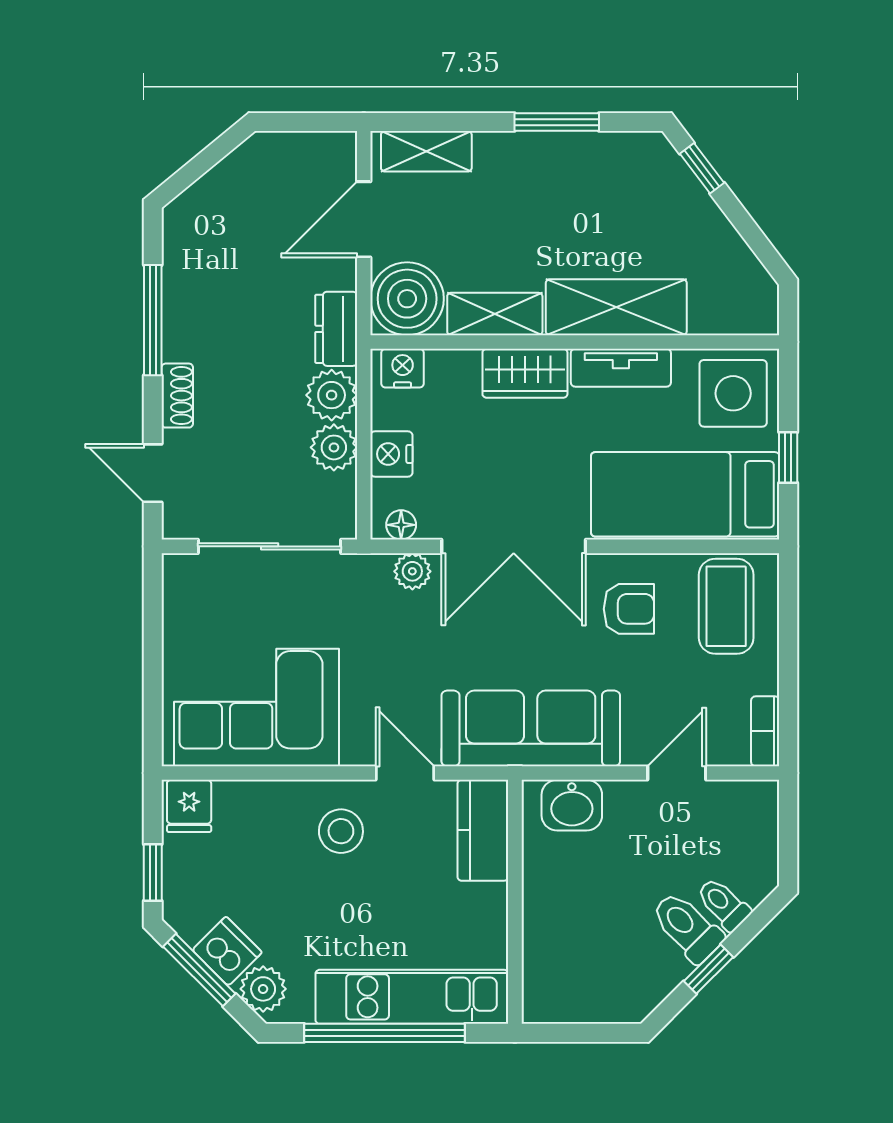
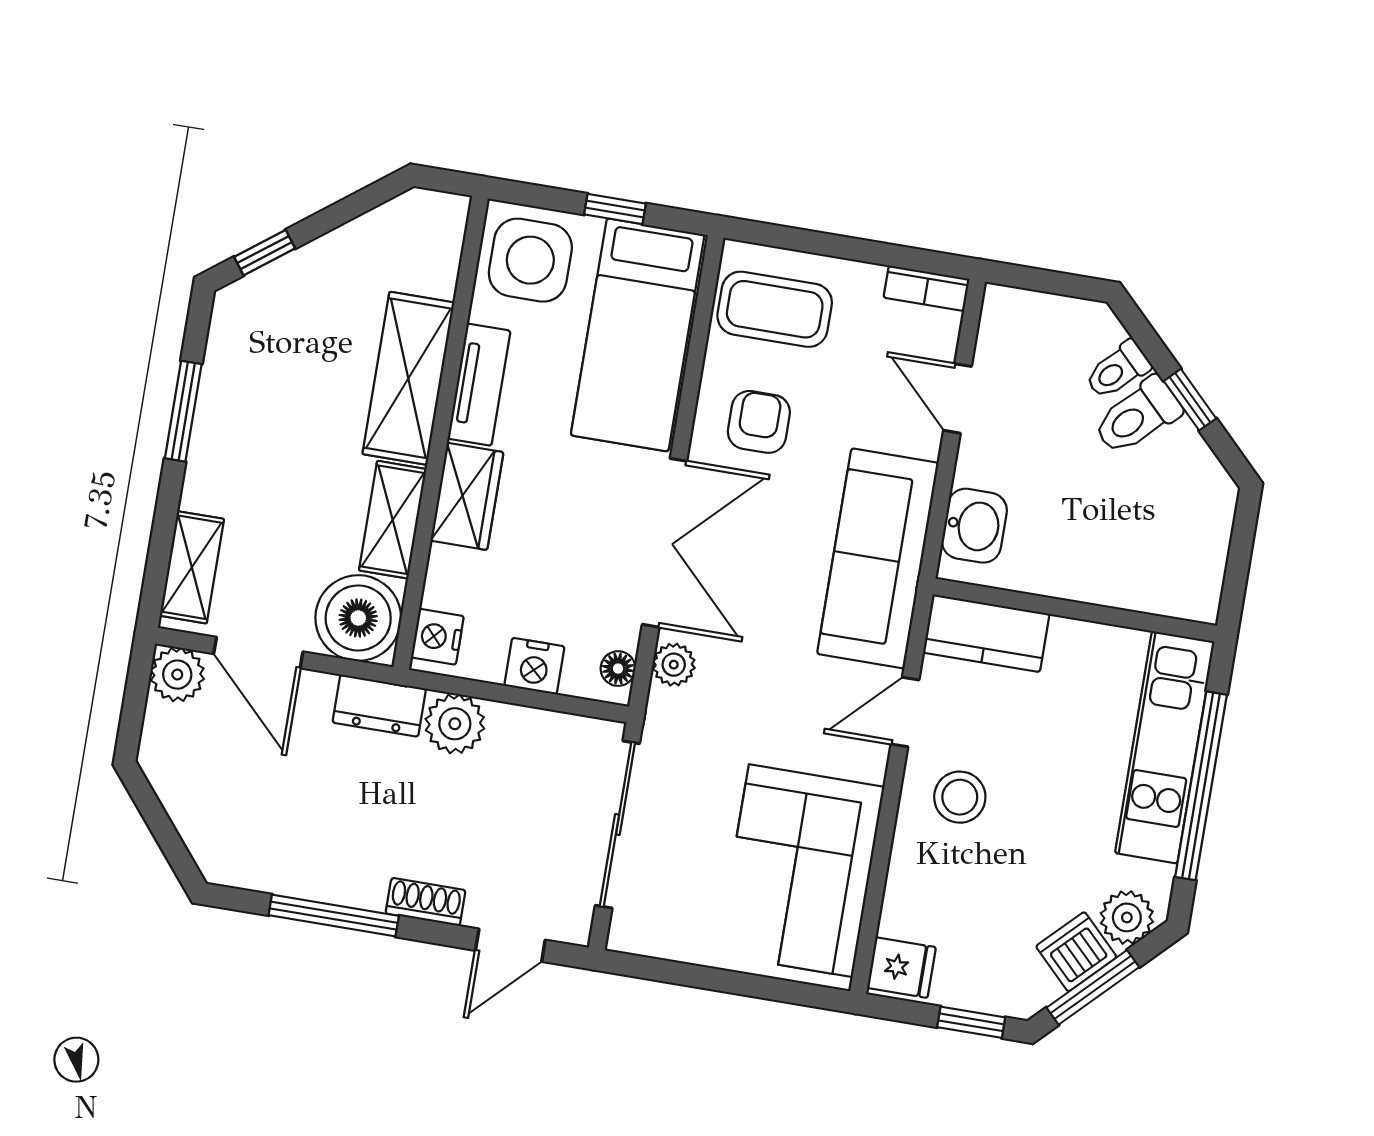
plant: (334, 447) -> (177, 675), moved

